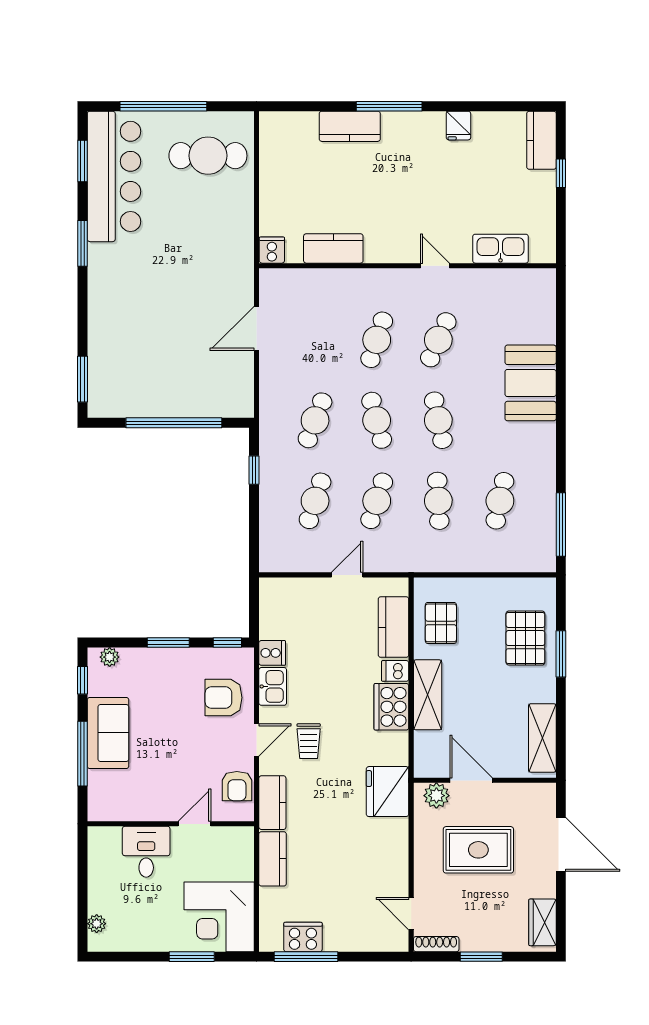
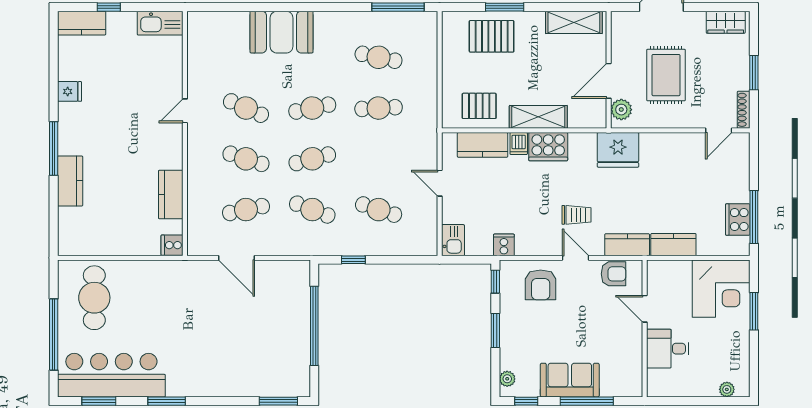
kitchen sink: (500, 249) -> (160, 23), moved, turned -90
cafe table: (377, 501) -> (246, 210), moved, turned -30
kitchen sink: (273, 686) -> (453, 240), moved, turned 90

